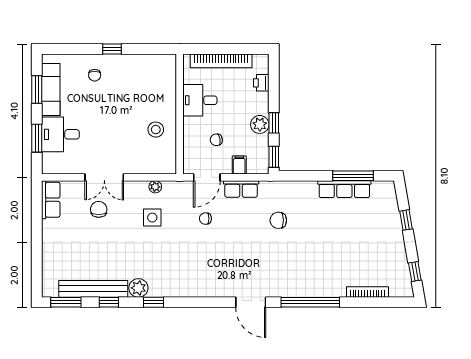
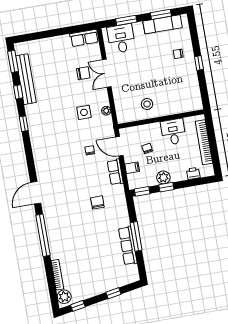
desk: (60, 134) -> (121, 39), moved
window: (353, 176) -> (136, 236), moved
plant: (138, 288) -> (64, 297), moved

